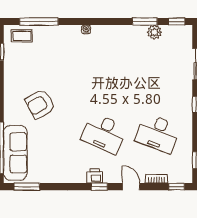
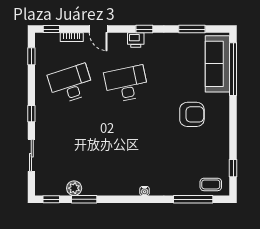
armchair: (40, 104) -> (192, 114), turned 30
desk: (104, 133) -> (126, 84), turned -36
desk: (158, 133) -> (71, 84), turned -39
window: (27, 187) -> (192, 29), moved
window: (99, 187) -> (144, 29), moved

